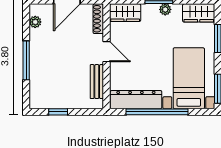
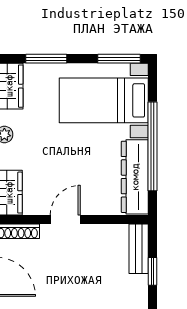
bench: (97, 82) -> (139, 249), moved, turned 90
window: (58, 112) -> (152, 271), moved

